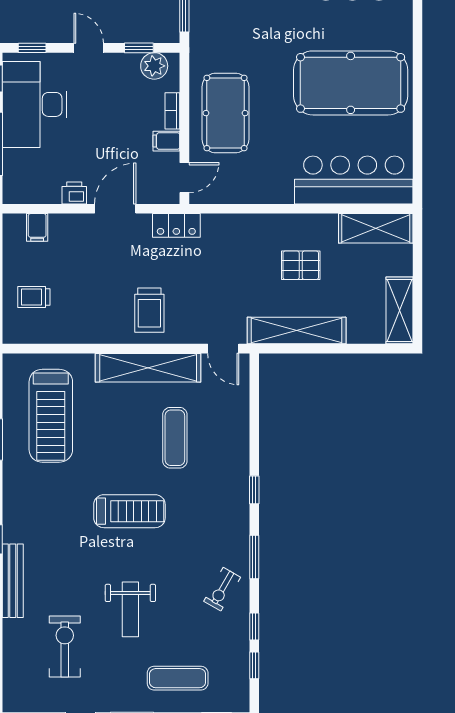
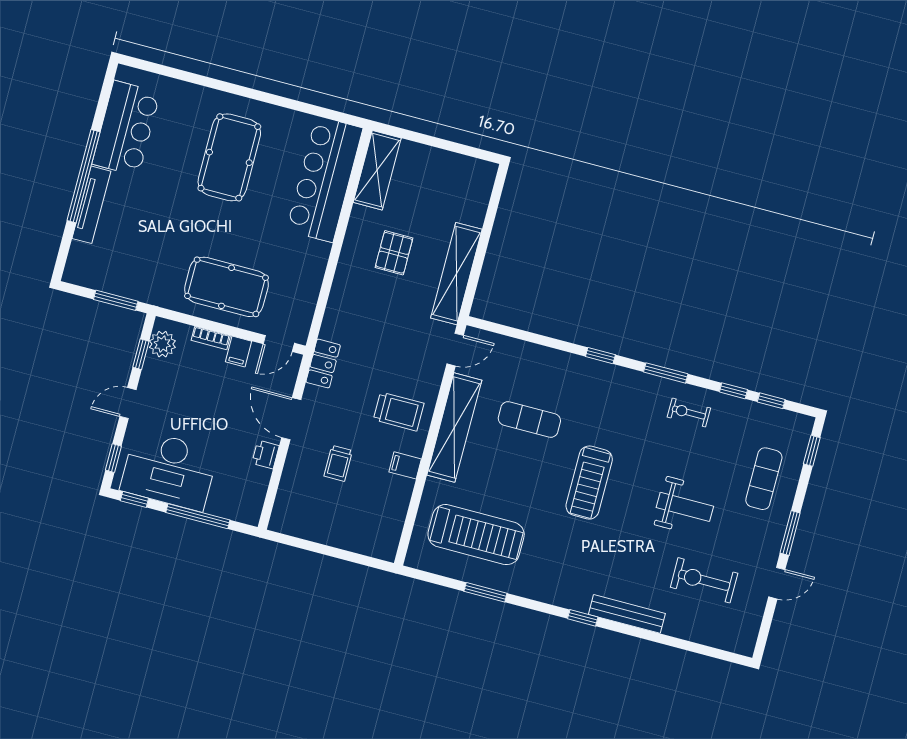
pool table: (351, 83) -> (229, 157), width x0.73, depth x0.76
door: (184, 178) -> (279, 343), swing flipped
filing cabinet: (37, 227) -> (405, 465), moved, turned 180
trolley: (34, 297) -> (338, 463), moved
shelving: (399, 310) -> (463, 168), removed
treadmill: (129, 511) -> (589, 483), turned 180
exercise bike: (222, 589) -> (689, 413), turned 150

